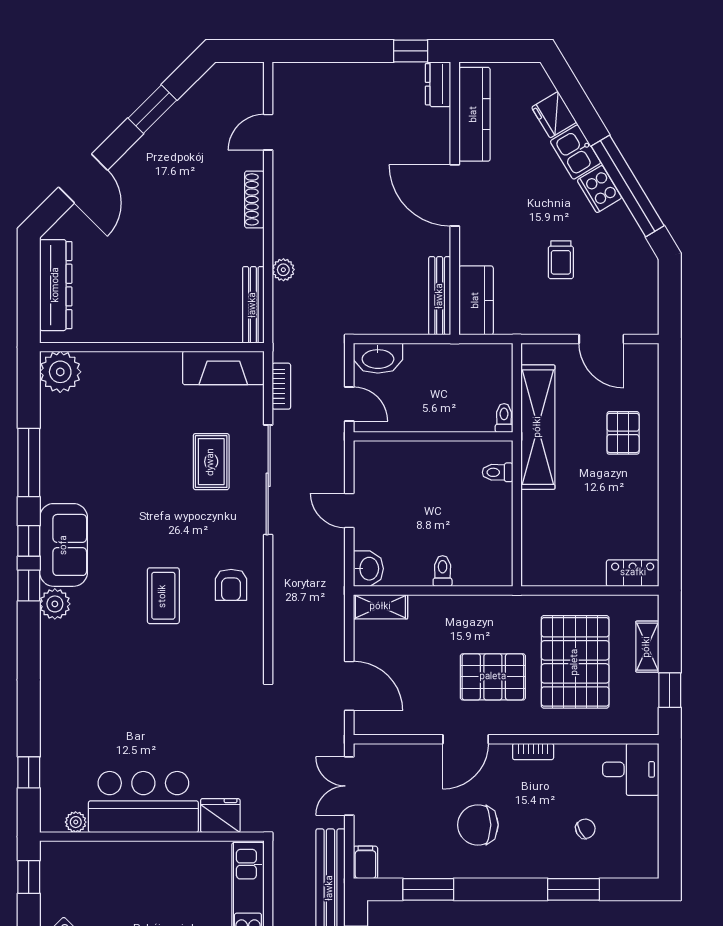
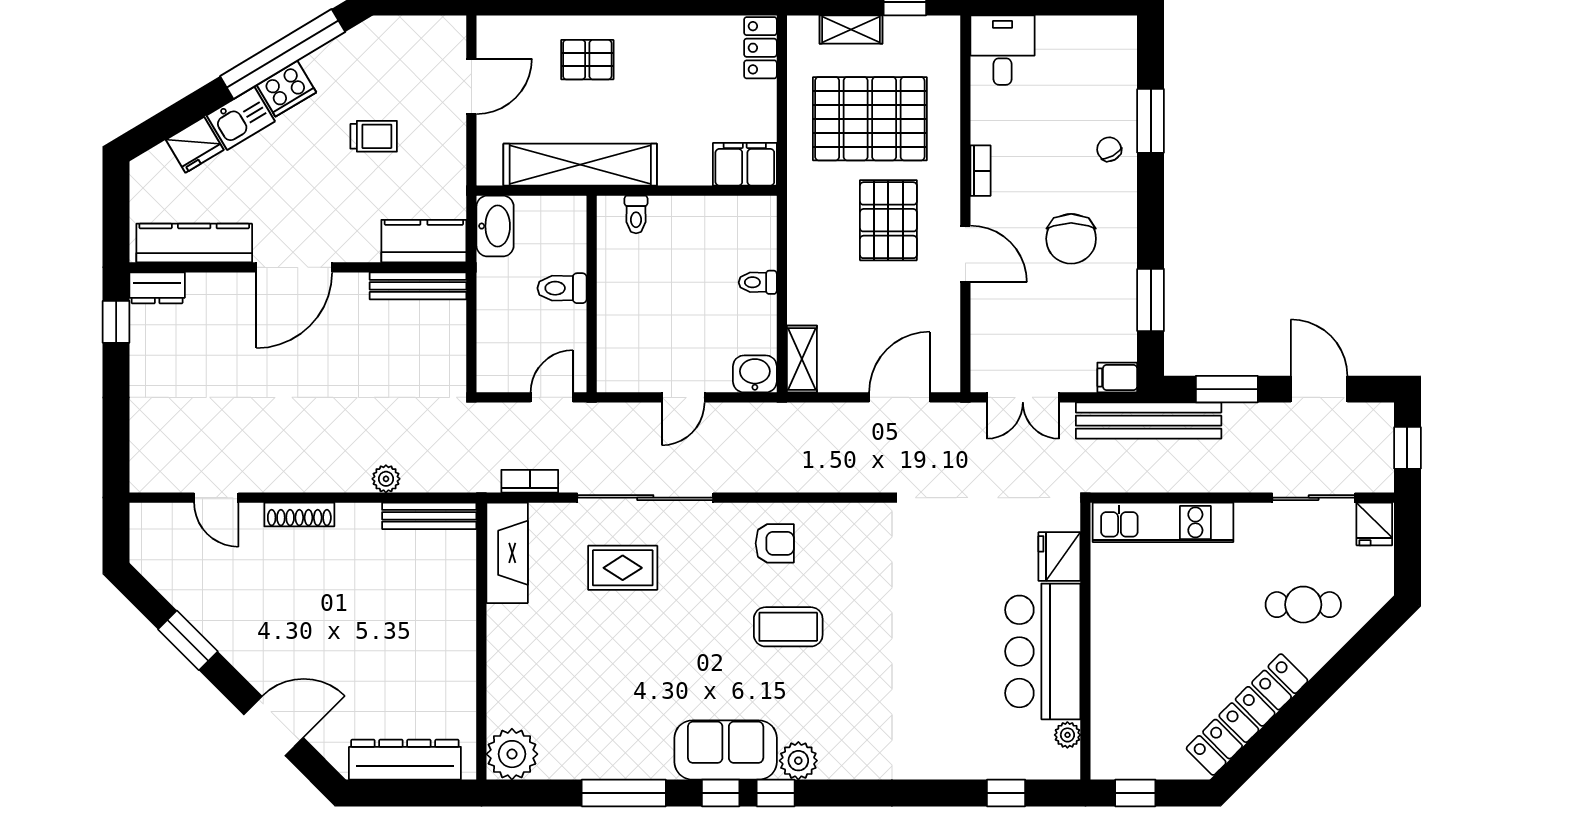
washbasin: (378, 358) -> (495, 226), moved
toilet: (504, 418) -> (562, 288), moved, width x1.37, depth x1.39
filing cabinet: (538, 561) -> (745, 164), added
chair: (585, 829) -> (1109, 149), moved

